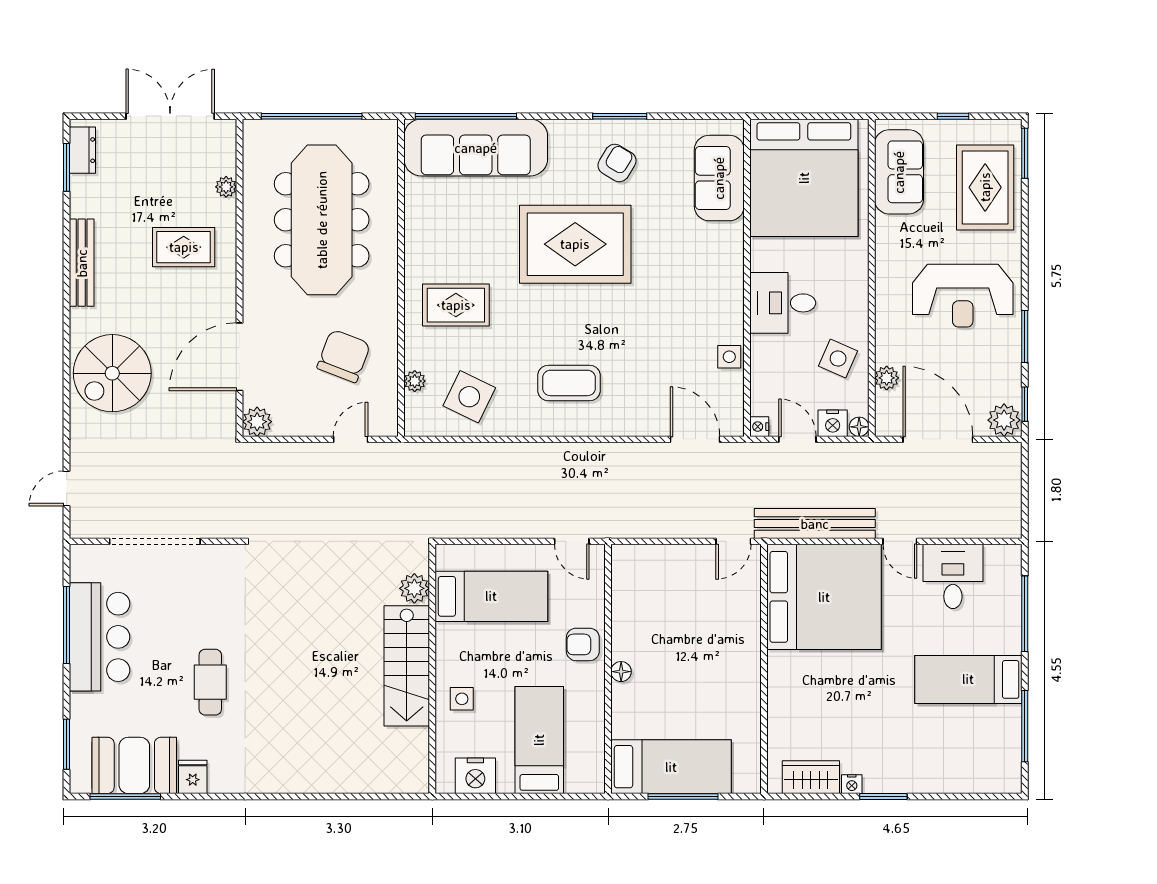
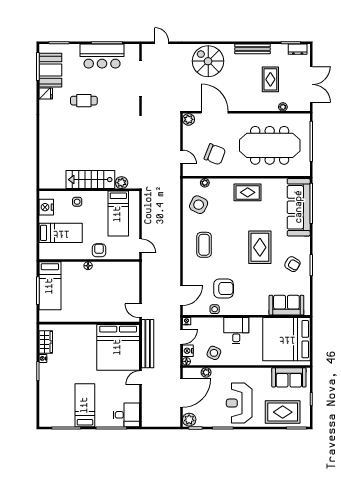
rug: (575, 244) -> (260, 247), width x0.73, depth x0.69
rug: (184, 247) -> (270, 79), moved
rug: (456, 305) -> (248, 192), moved, turned 90
armchair: (678, 335) -> (224, 289), added
door: (572, 541) -> (140, 246), swing flipped
desk: (953, 576) -> (126, 415), moved

